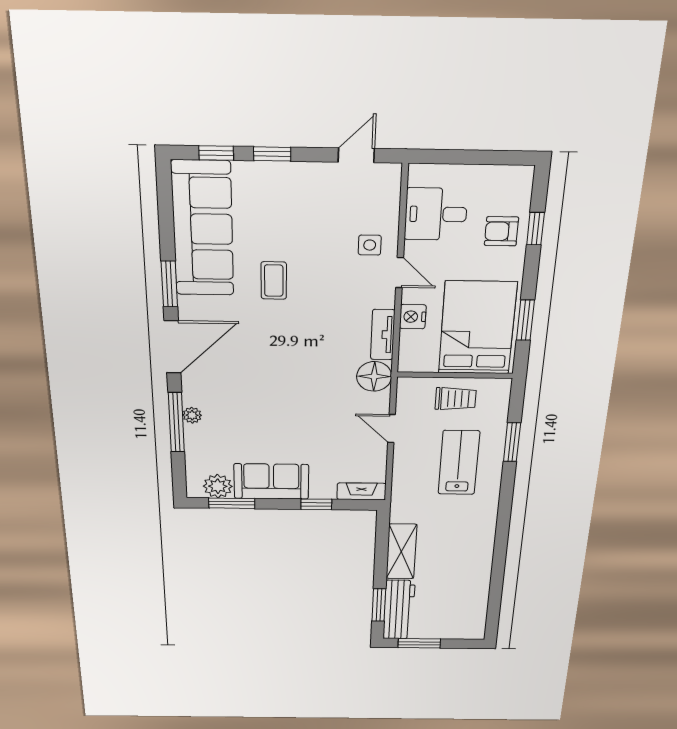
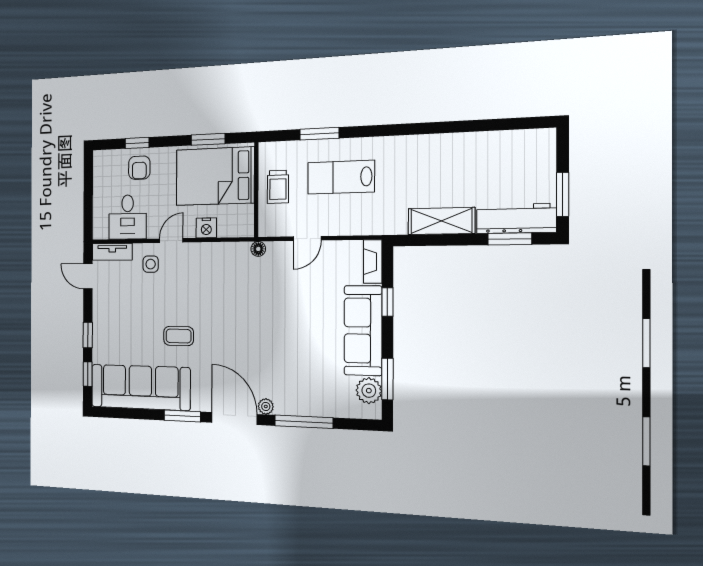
tv unit: (383, 335) -> (112, 252), moved
floor lamp: (374, 376) -> (258, 249), width x0.53, depth x0.53
trolley: (456, 399) -> (278, 187), turned 180
plant: (192, 415) -> (266, 406), moved
sofa: (271, 481) -> (363, 331), width x1.36

